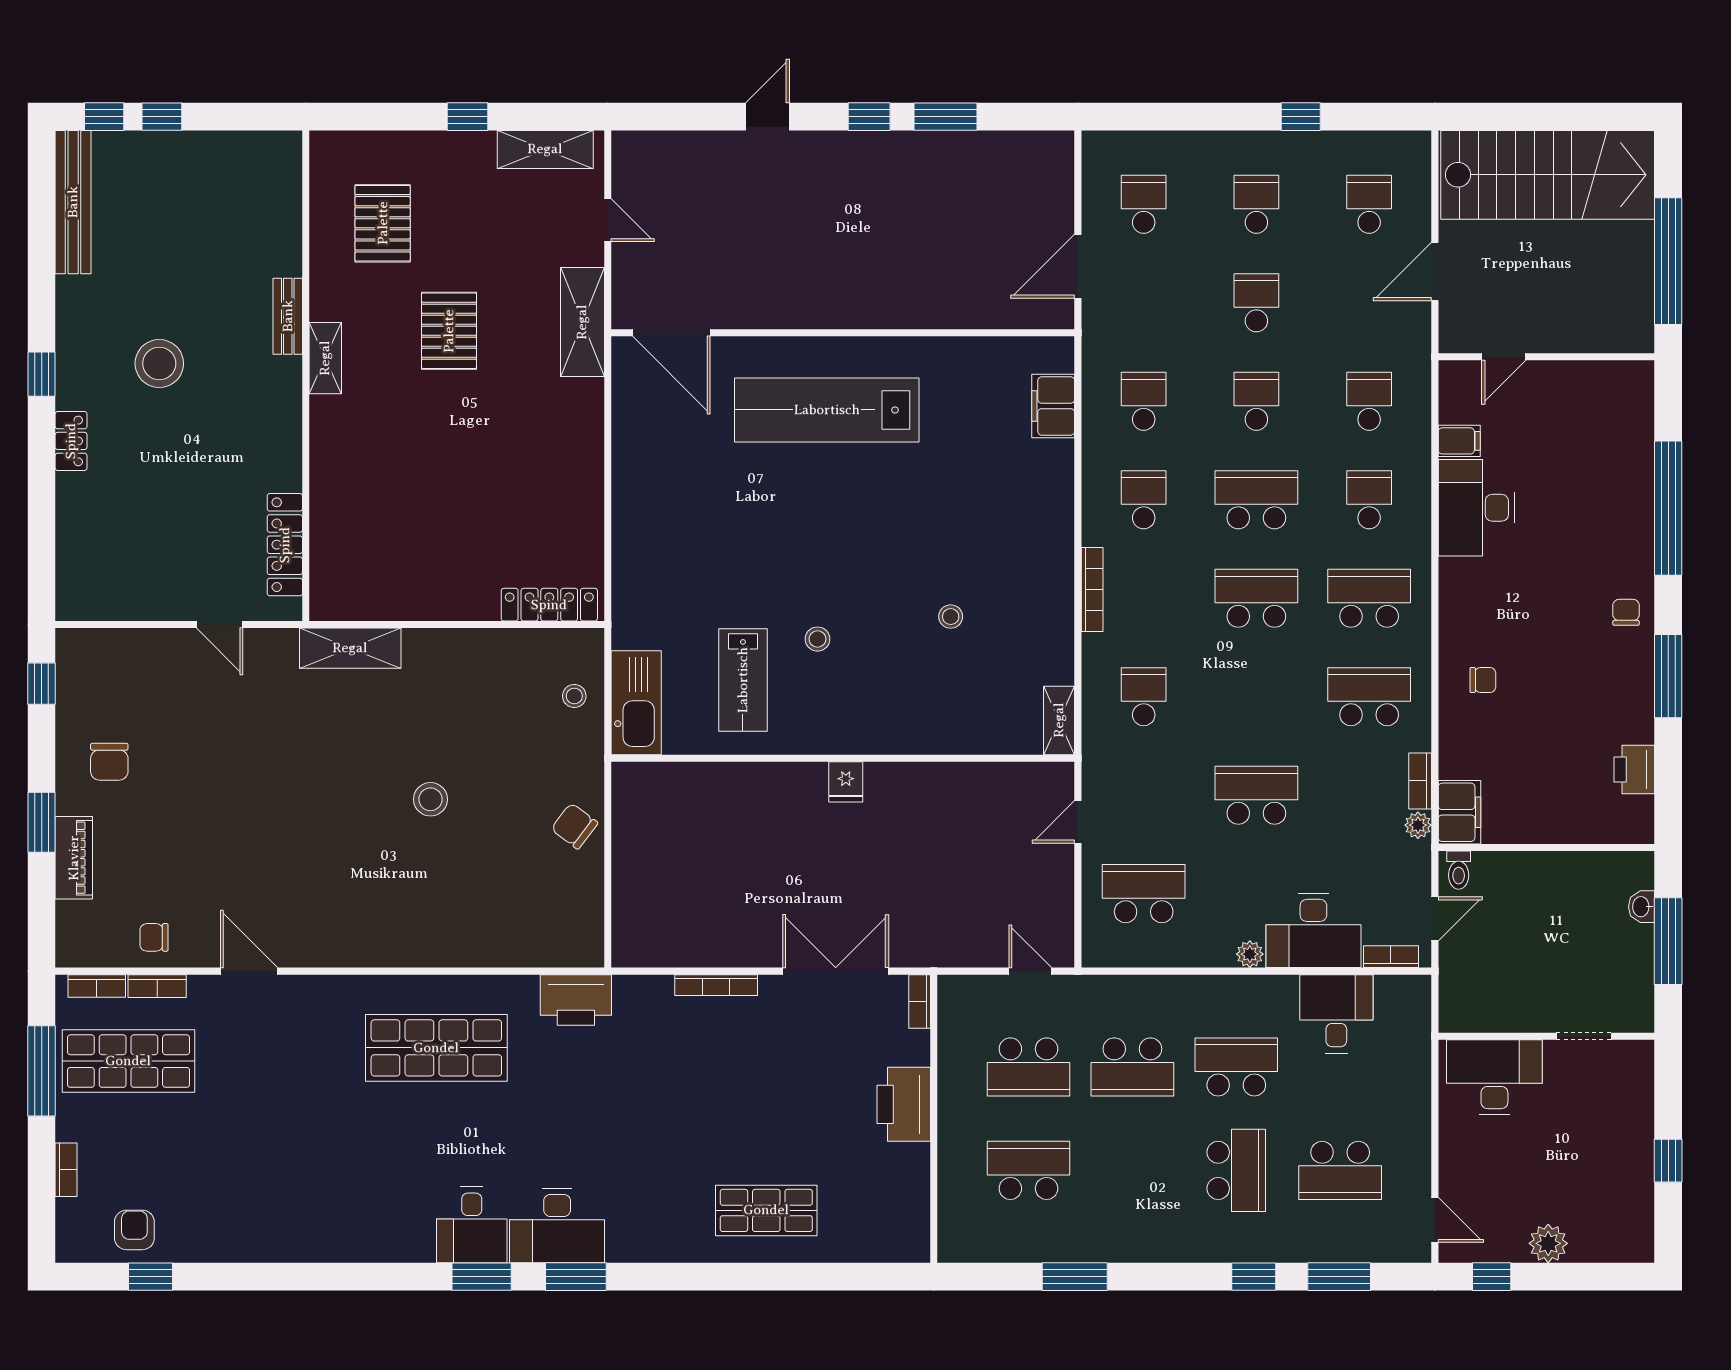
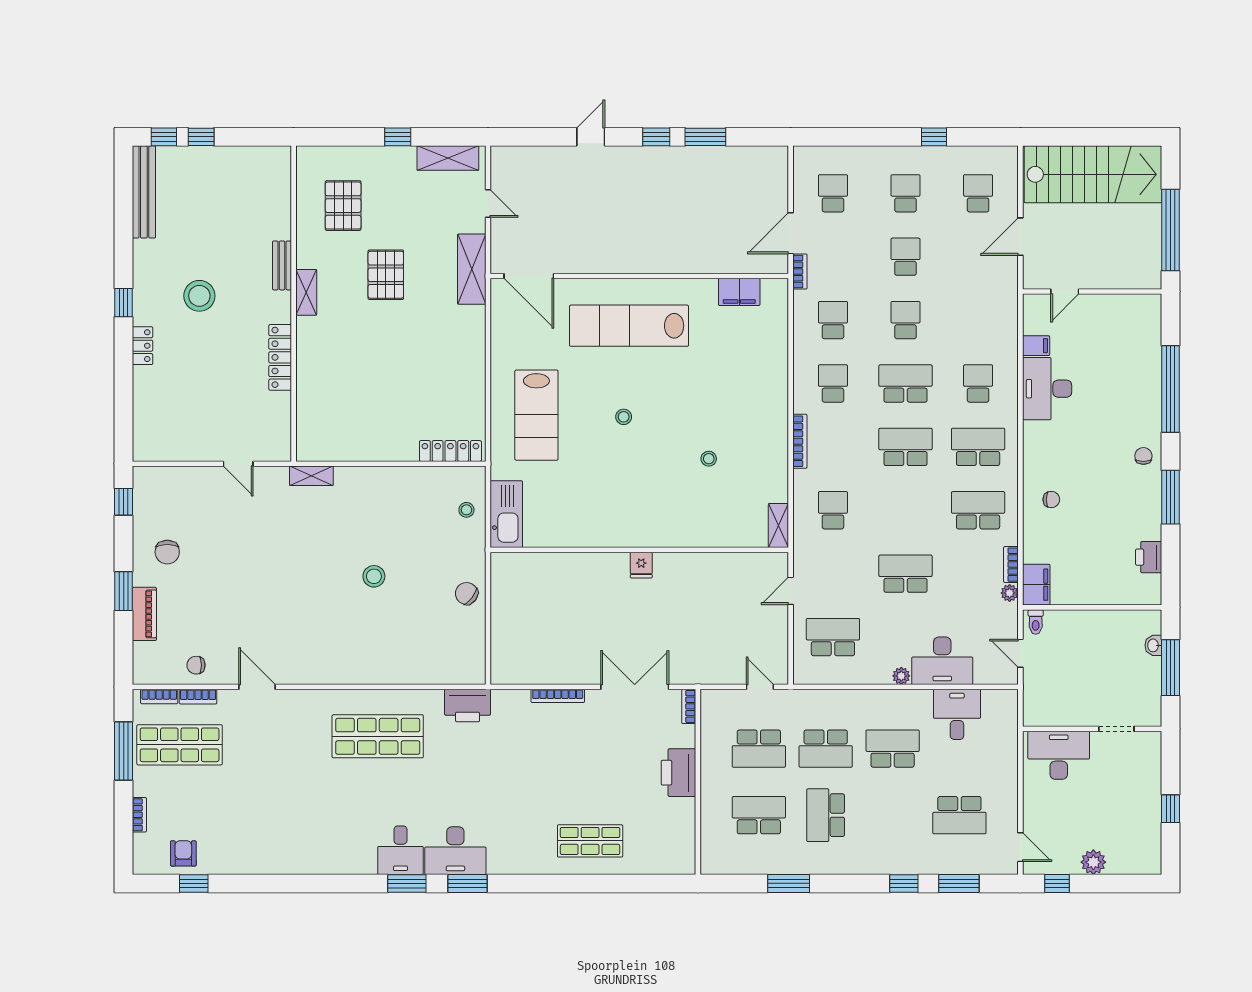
school desk: (1369, 401) -> (978, 320), removed
filing cabinet: (1053, 406) -> (739, 292), moved, turned -90
locker: (285, 545) -> (280, 357), moved
stool: (817, 639) -> (624, 417), moved
shelving: (350, 648) -> (311, 476), width x0.67, depth x0.75
lab bench: (743, 680) -> (536, 415), moved, width x1.36, depth x1.39
door: (1435, 919) -> (1020, 653), swing flipped
bookcase: (1391, 957) -> (800, 271), moved, turned 90
school desk: (1236, 1170) -> (826, 815), moved, turned 180

